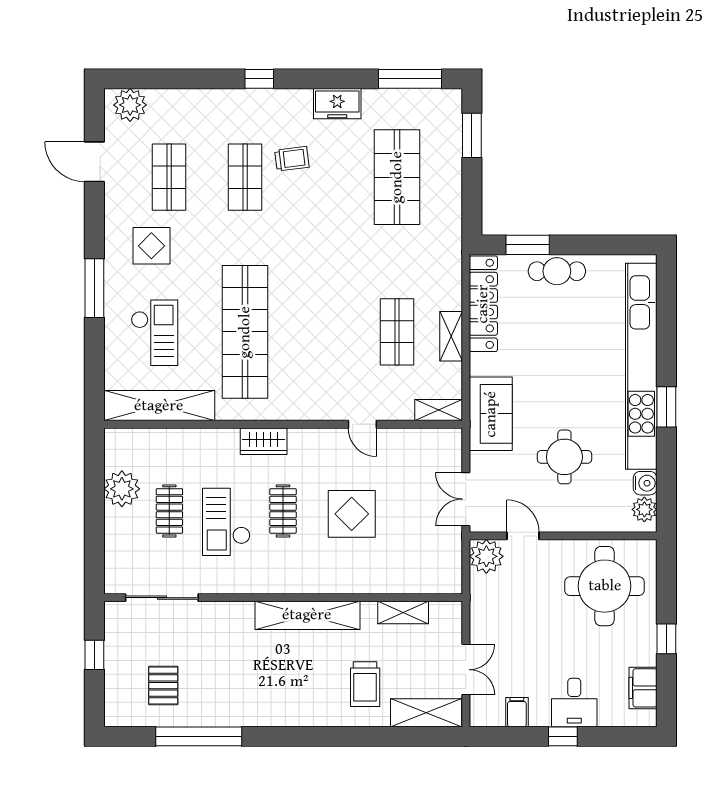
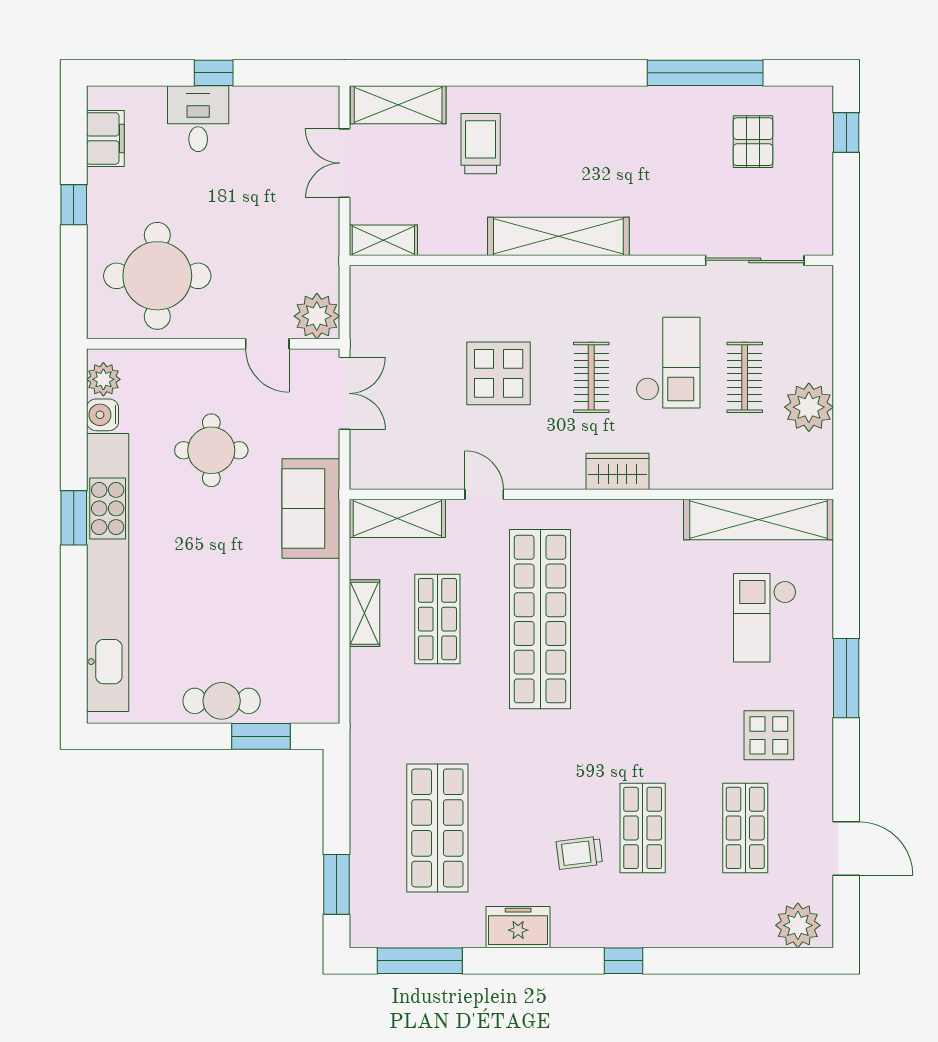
locker: (483, 304) -> (321, 657), removed
shop shelf: (245, 332) -> (540, 619), moved
shelving: (439, 410) -> (397, 518), width x1.50, depth x1.33
shelving: (403, 612) -> (383, 240), moved
window: (94, 655) -> (846, 133), moved
filing cabinet: (517, 712) -> (276, 106), removed

